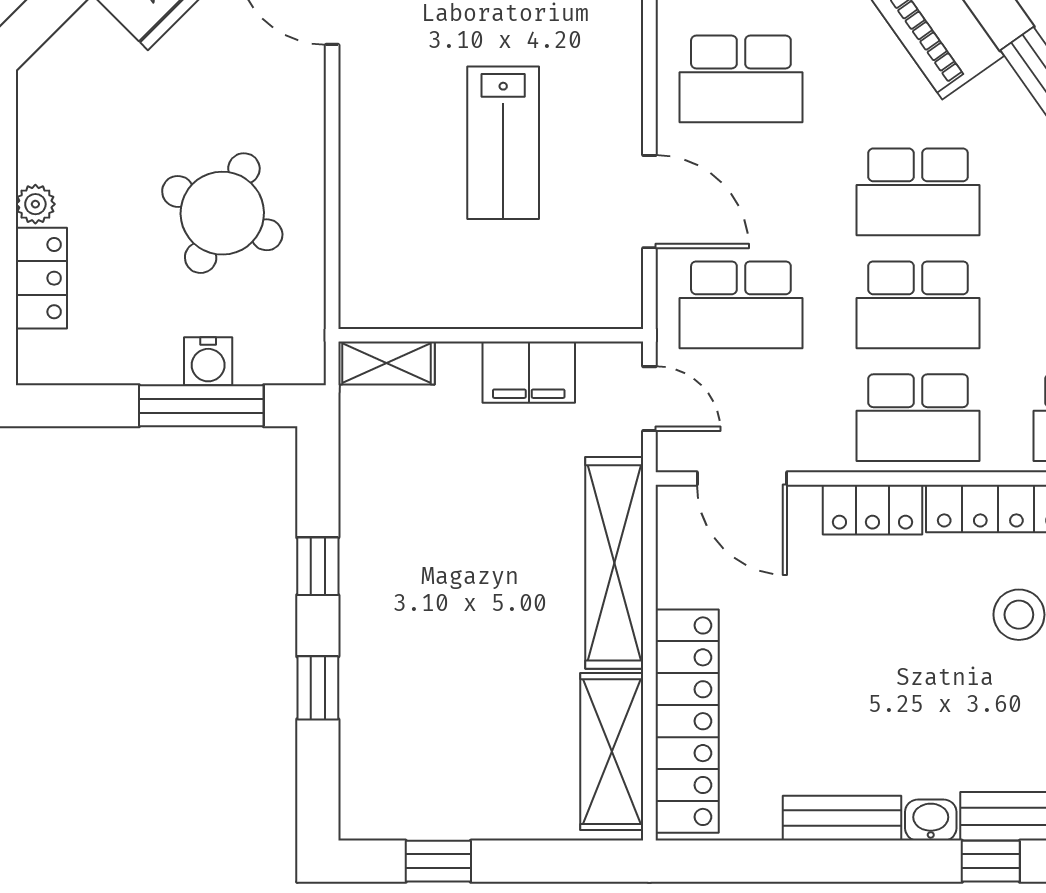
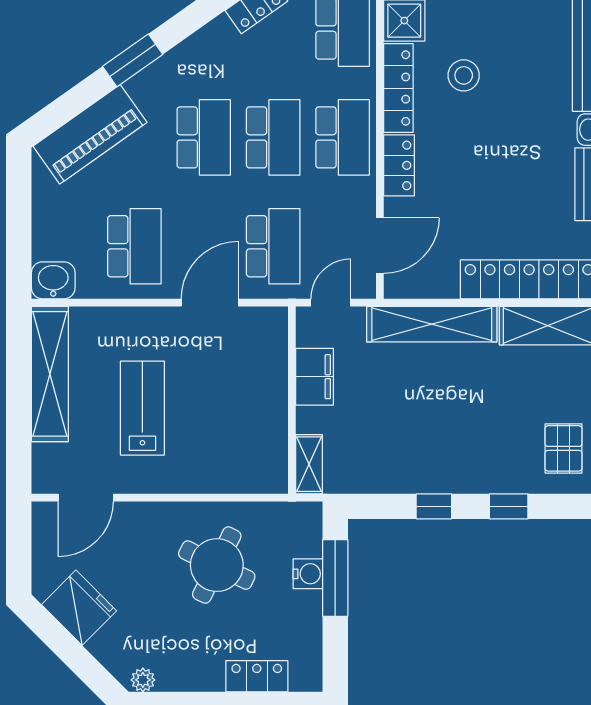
lab bench: (503, 143) -> (142, 408), moved, turned -90
plant: (35, 204) -> (143, 680), moved
pallet: (412, 777) -> (564, 448), added

